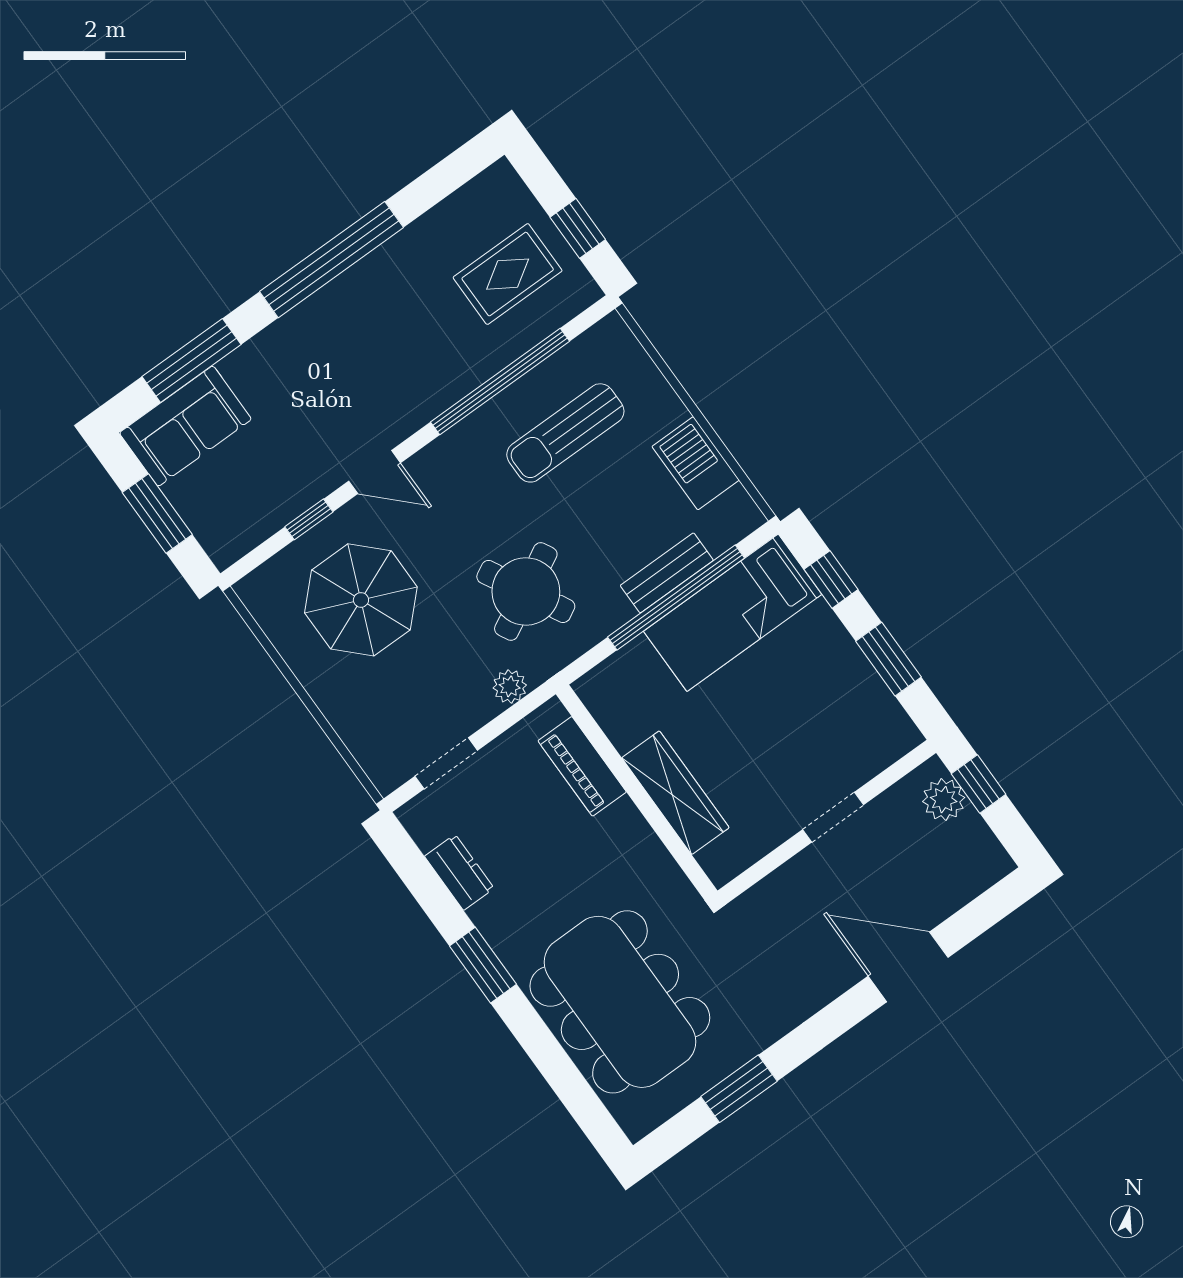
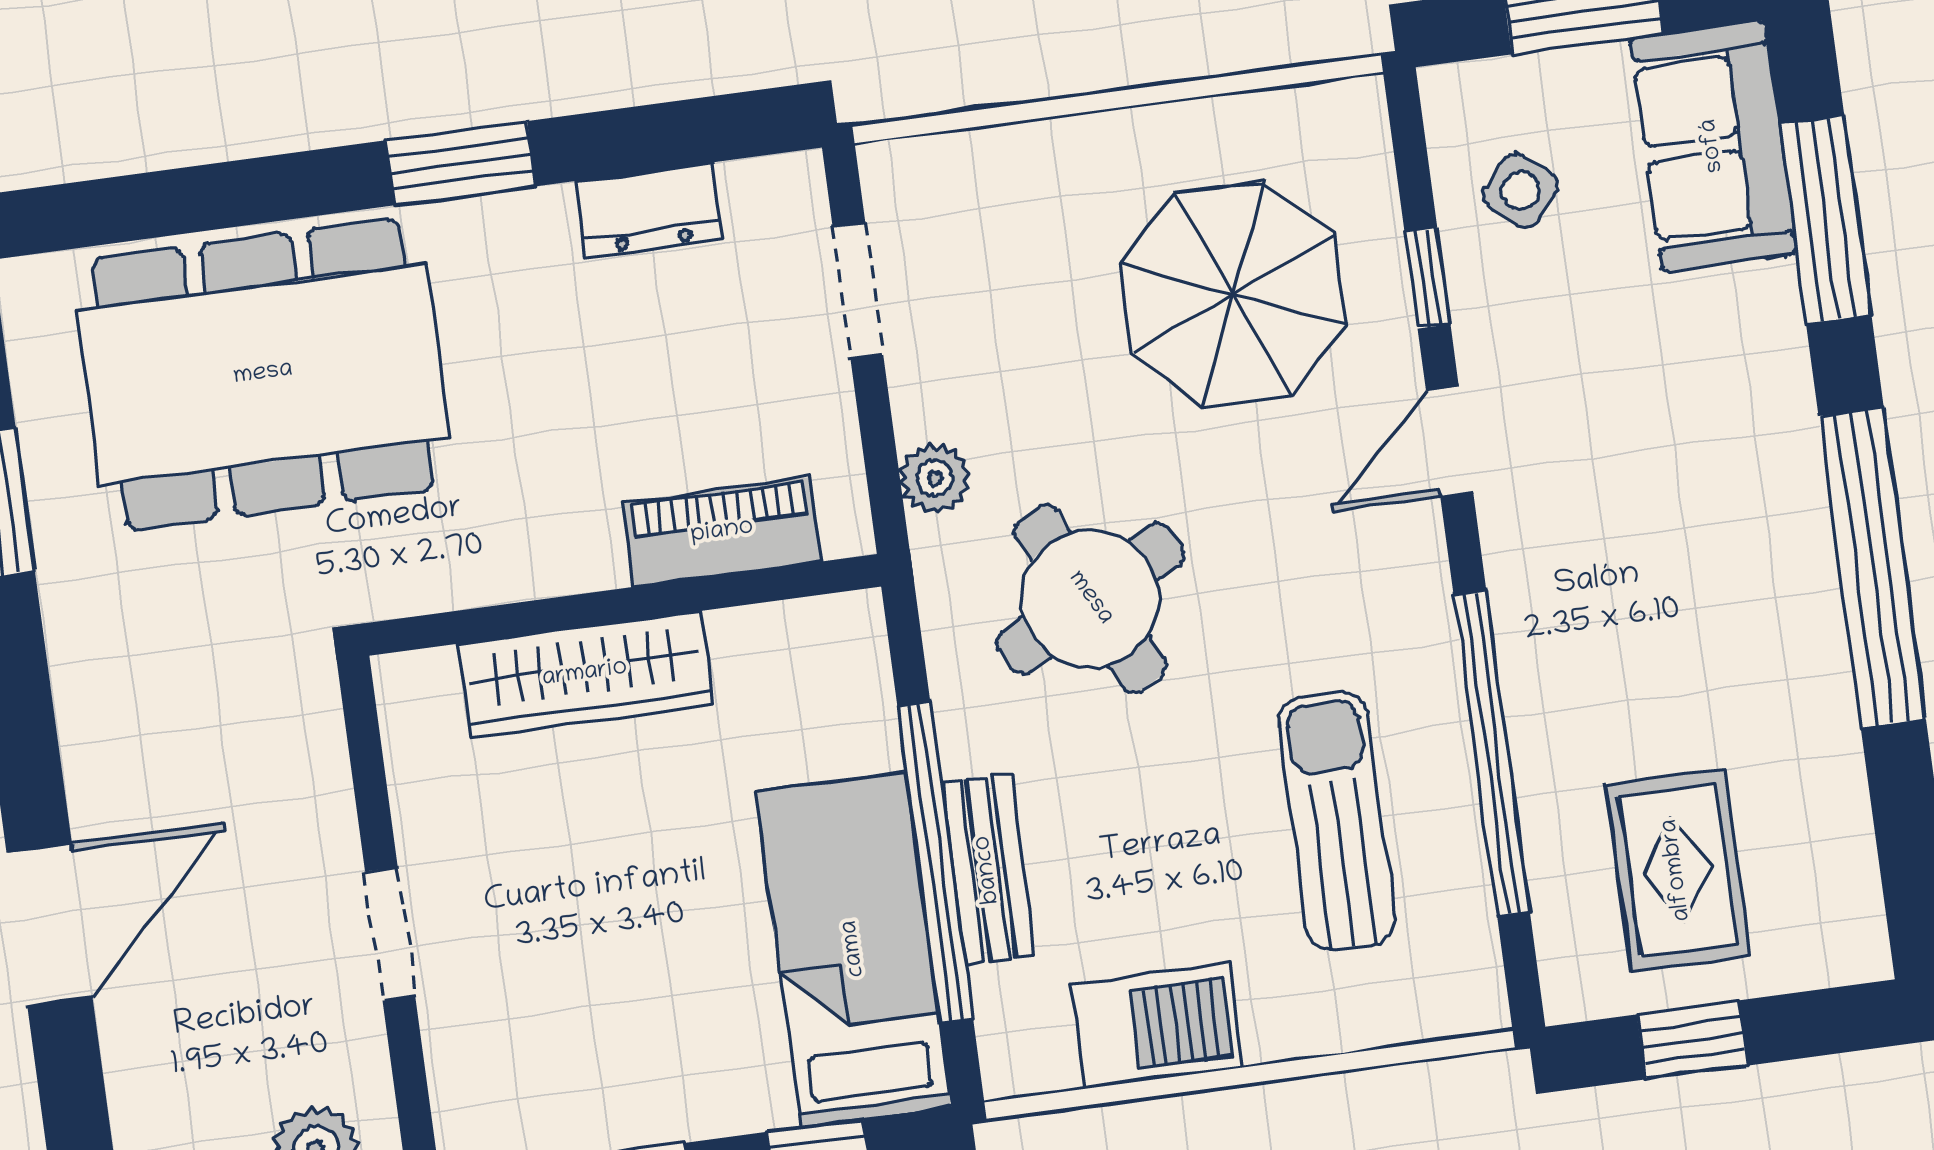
side table: (249, 499) -> (1520, 191), added

